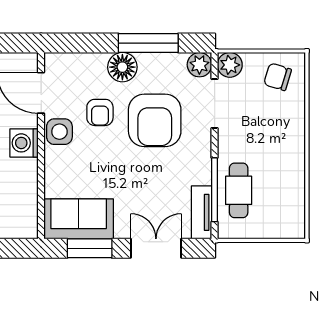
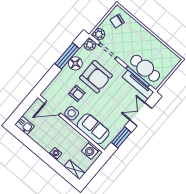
floor lamp: (122, 67) -> (75, 63), moved
washing machine: (24, 143) -> (90, 150), moved
cafe table: (239, 190) -> (145, 68), width x1.37, depth x1.35
tv unit: (202, 212) -> (138, 85), width x1.41
sofa: (79, 219) -> (93, 129), moved, turned 90

